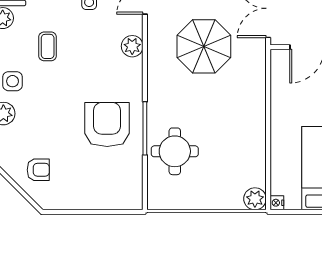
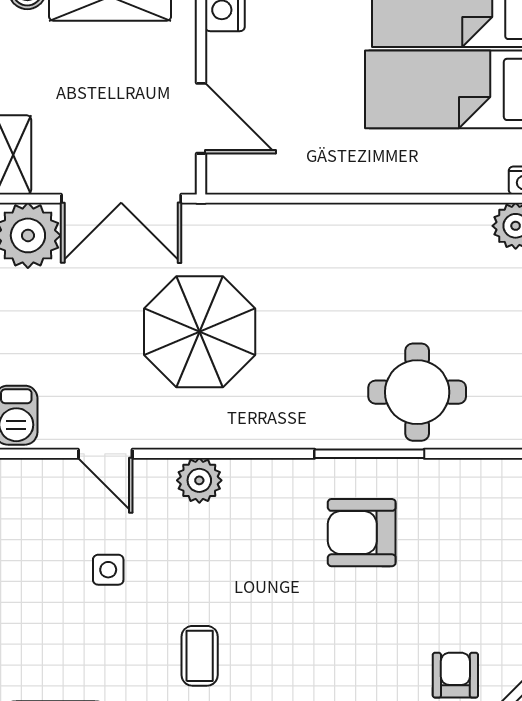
coffee table: (48, 46) -> (200, 656), turned 90
armchair: (107, 125) -> (362, 533), width x0.73, depth x0.73

